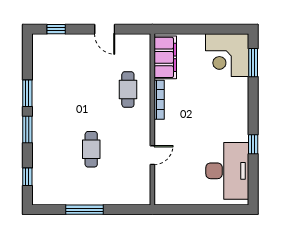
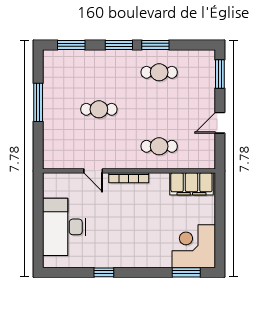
window: (56, 29) -> (220, 74), width x1.50
cafe table: (54, 90) -> (159, 72), added
bookcase: (159, 100) -> (129, 178), moved
desk: (227, 171) -> (64, 227), moved, turned 90
window: (27, 177) -> (71, 45), width x1.50

